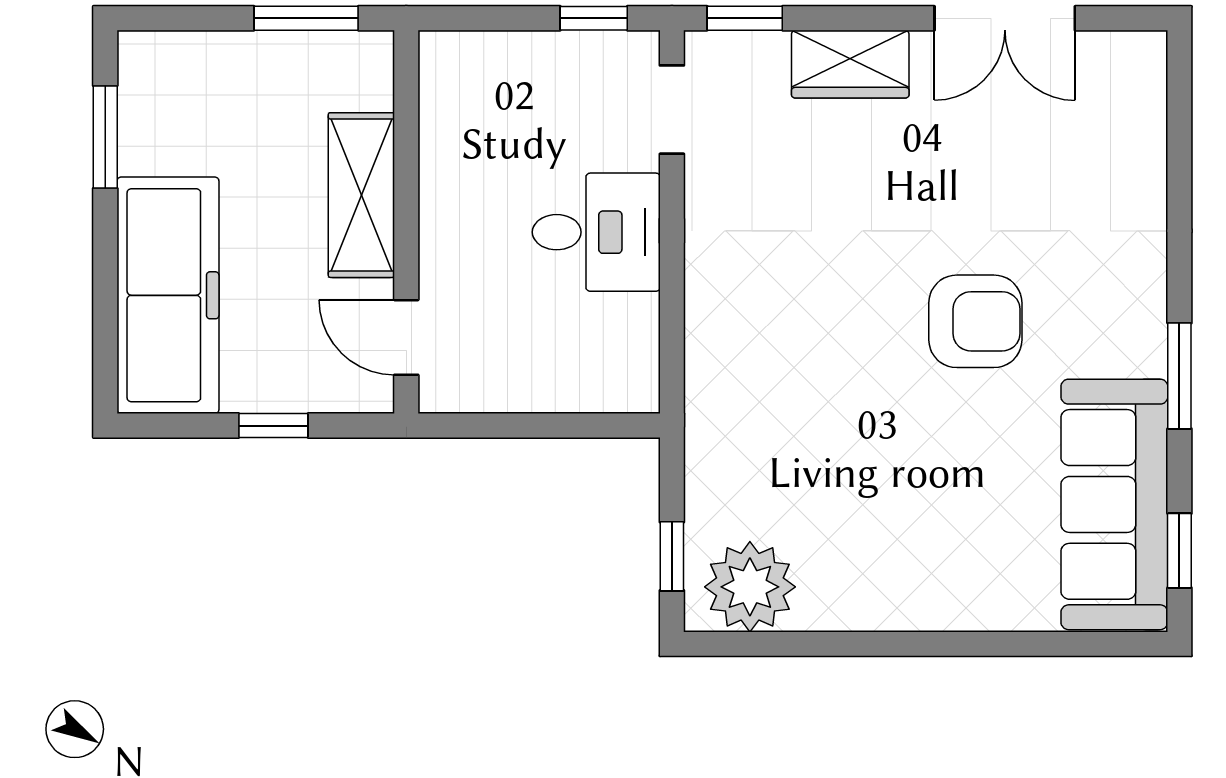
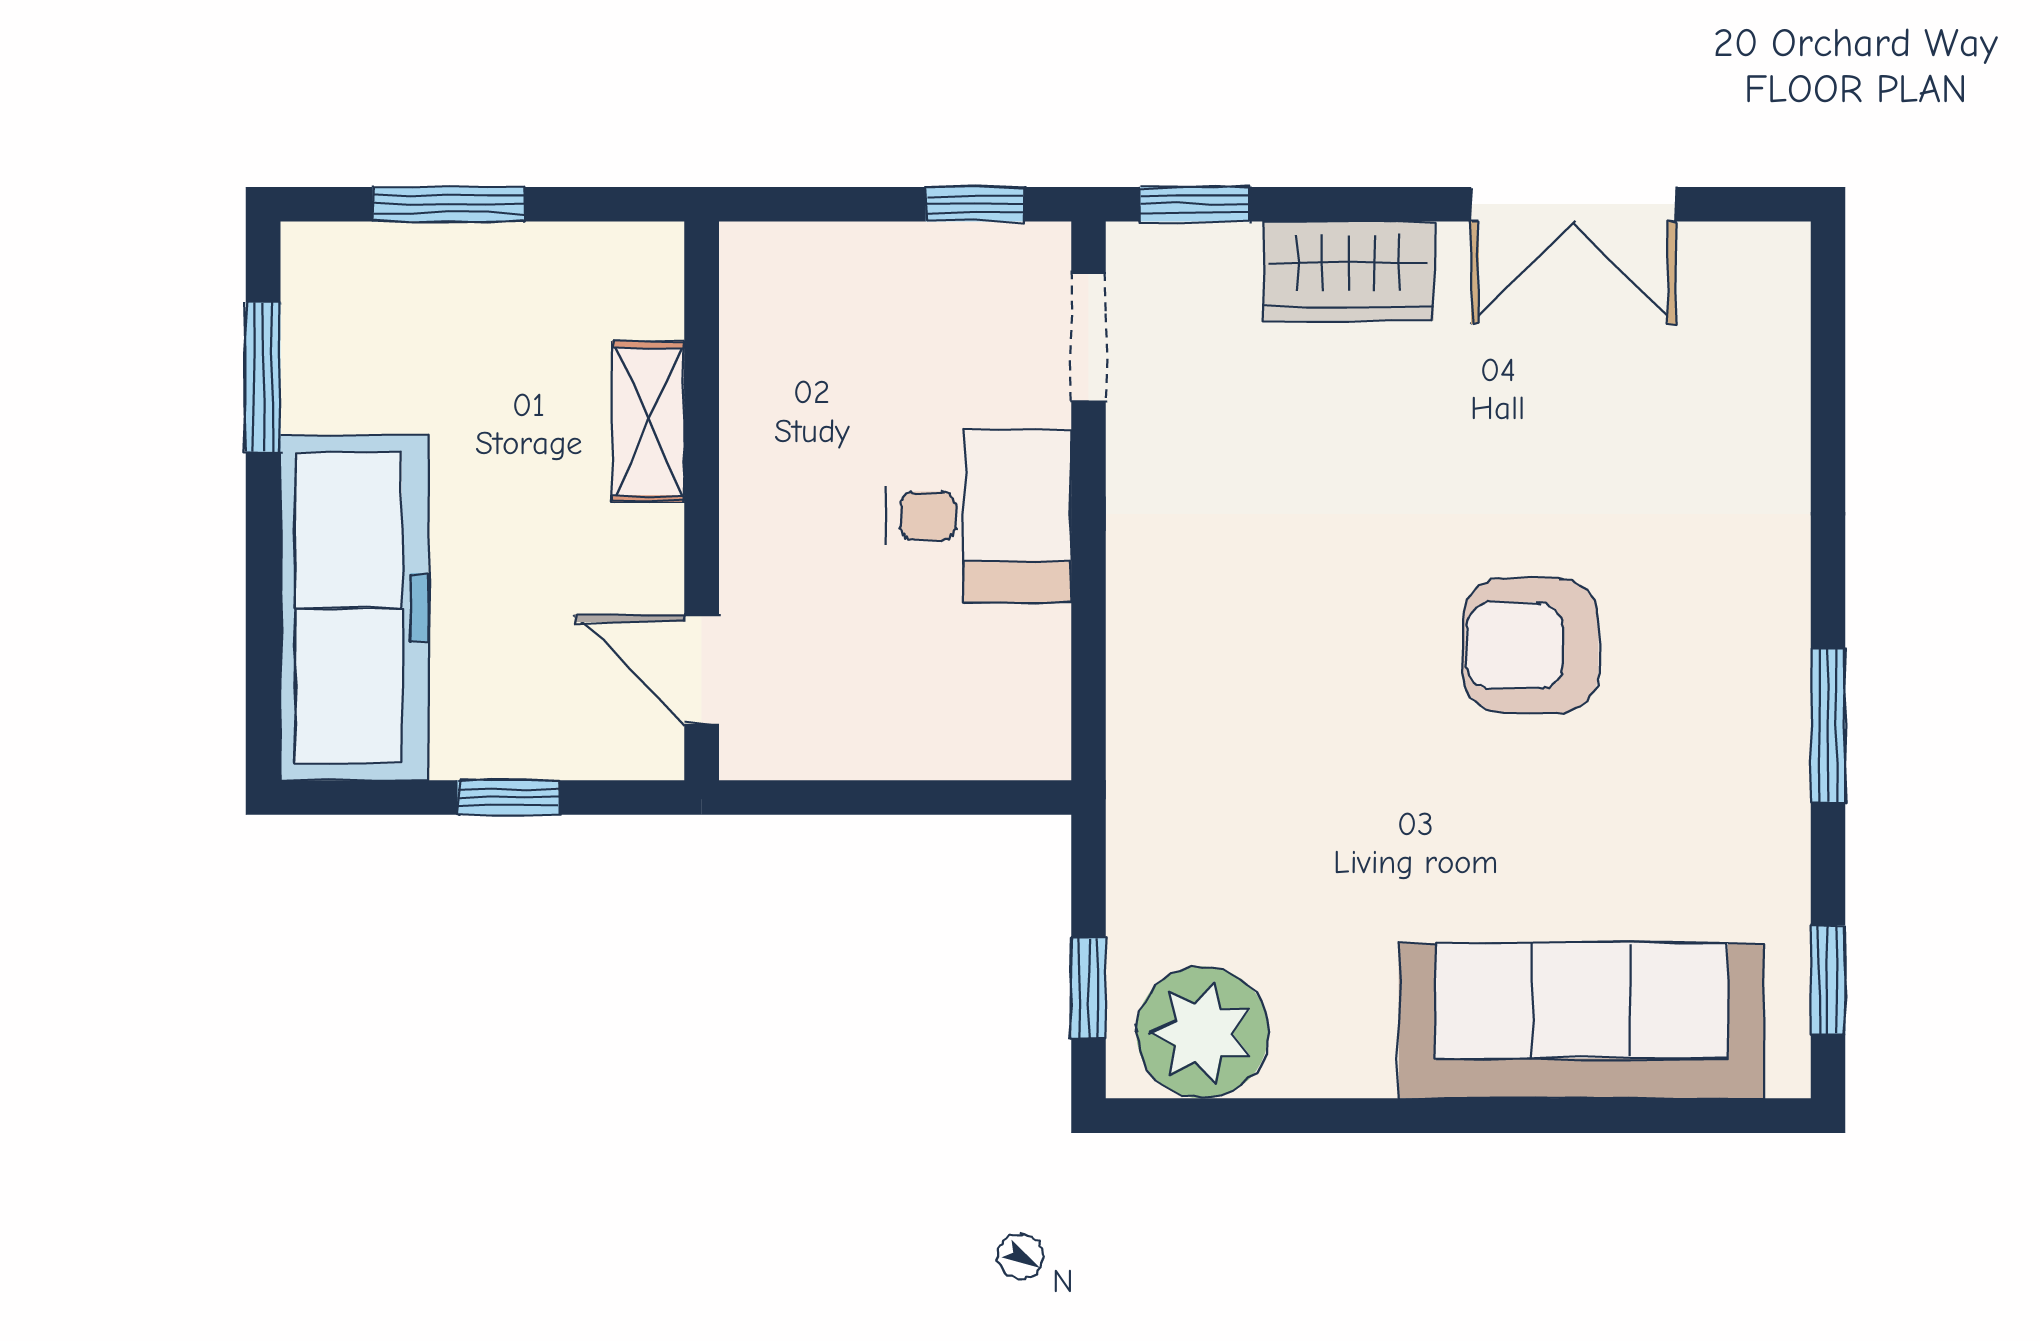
window: (306, 18) -> (449, 204), moved
shelving: (361, 195) -> (648, 422), width x0.67, depth x0.75
armchair: (975, 321) -> (1531, 646), turned 180
sofa: (1114, 504) -> (1581, 1021), moved, turned 90

